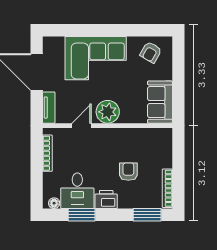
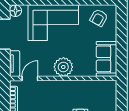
floor lamp: (50, 44) -> (15, 11), added
door: (82, 126) -> (30, 78), moved

